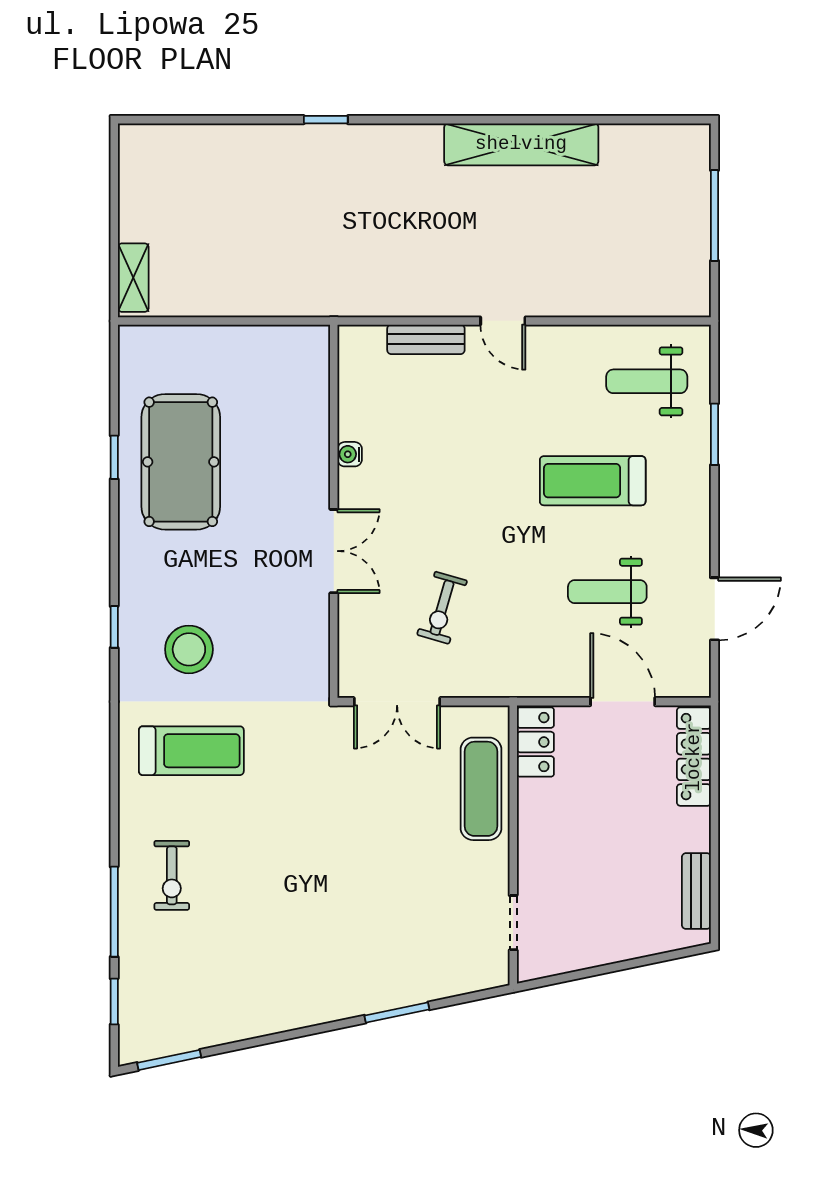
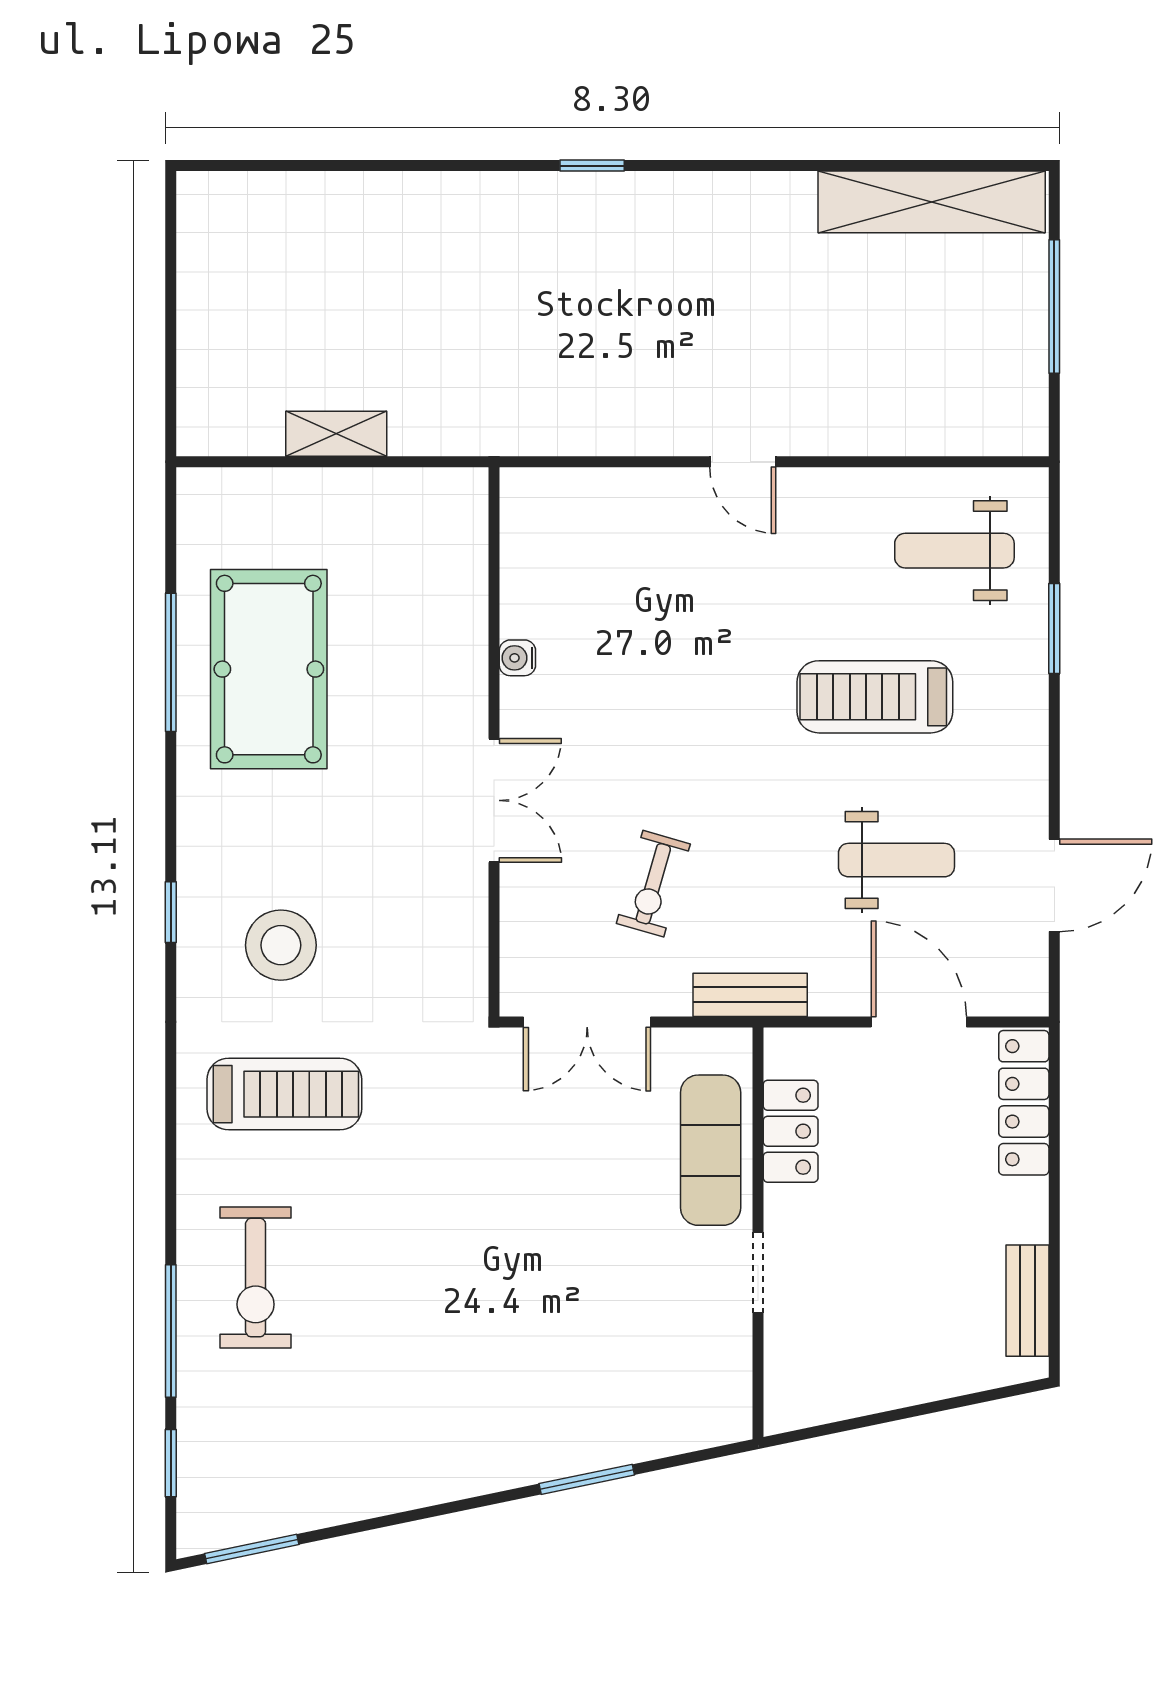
window: (326, 120) -> (592, 166), moved
shelving: (521, 144) -> (932, 202), moved
shelving: (133, 278) -> (336, 434), moved, turned 90
bench: (426, 339) -> (750, 995), moved
window: (114, 457) -> (171, 662), width x2.17
weight bench: (607, 592) -> (896, 860), turned 180
locker: (535, 742) -> (791, 1131), moved
exercise bike: (172, 875) -> (256, 1277), width x1.38, depth x1.39
doorway: (513, 923) -> (758, 1272), moved

